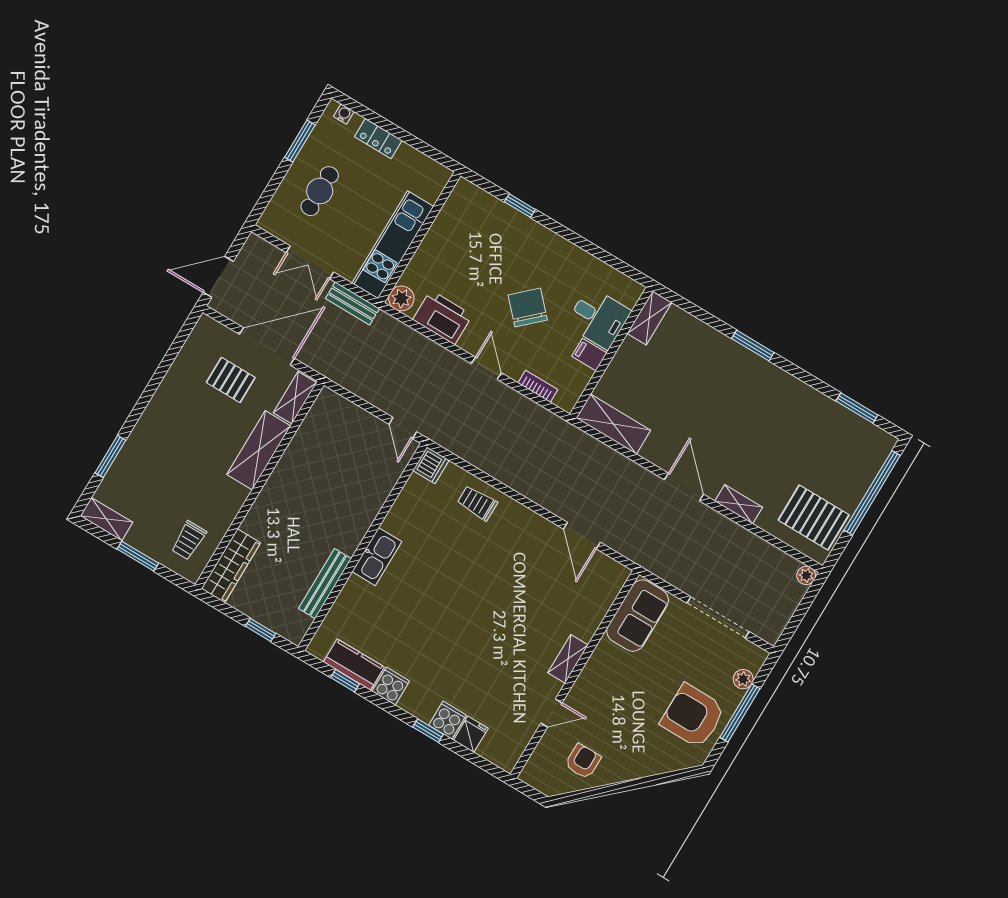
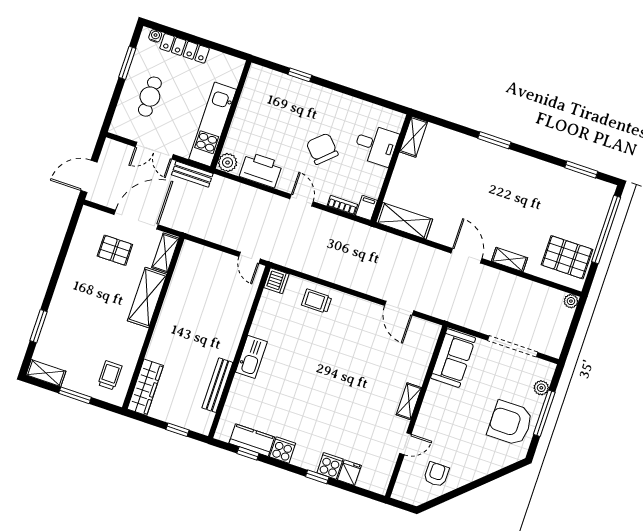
locker: (378, 139) -> (185, 48), width x1.53
filing cabinet: (589, 355) -> (366, 208), moved, turned 90
trolley: (189, 540) -> (110, 375), turned 180

